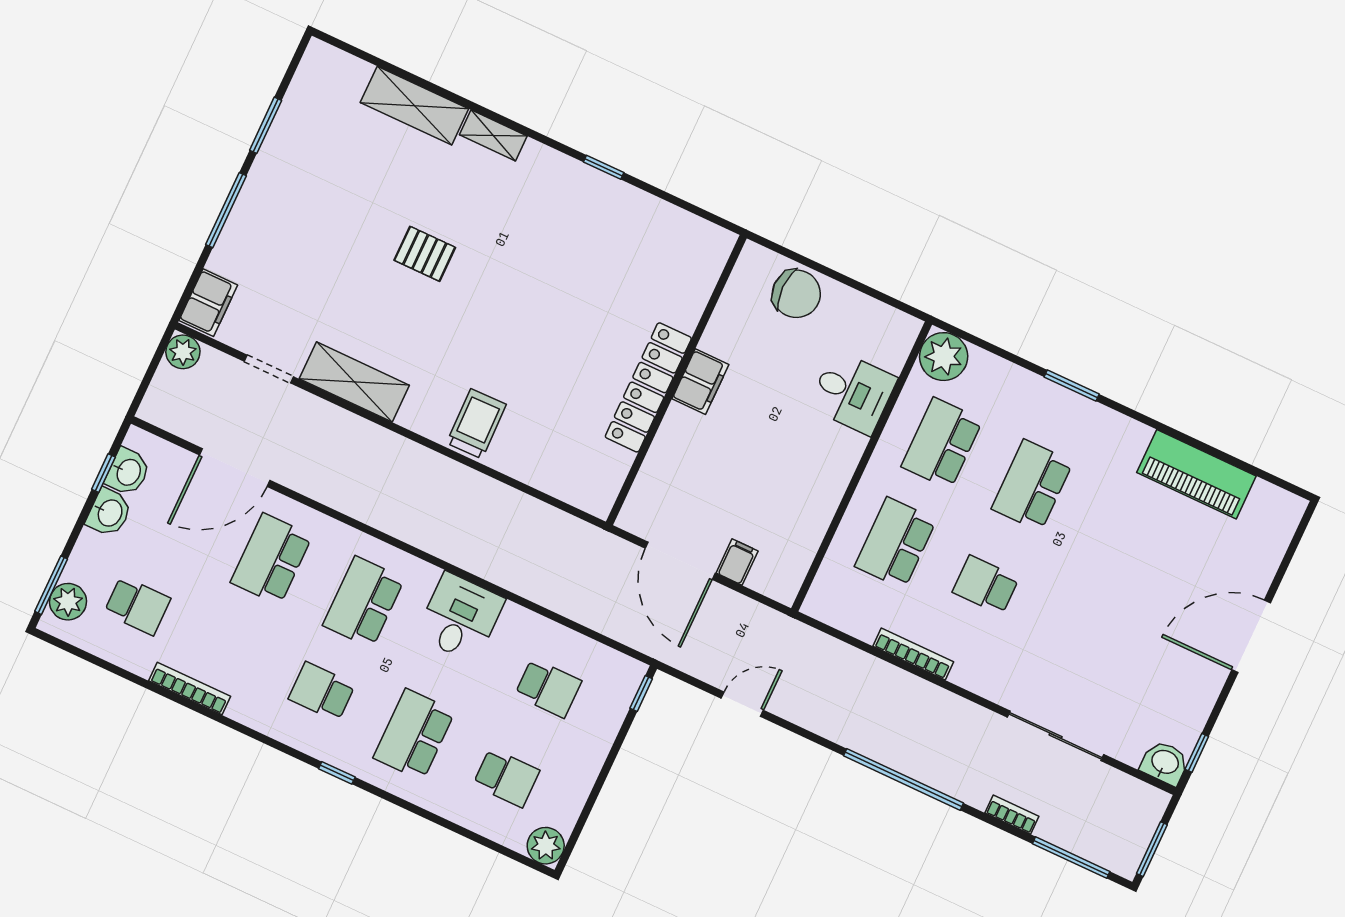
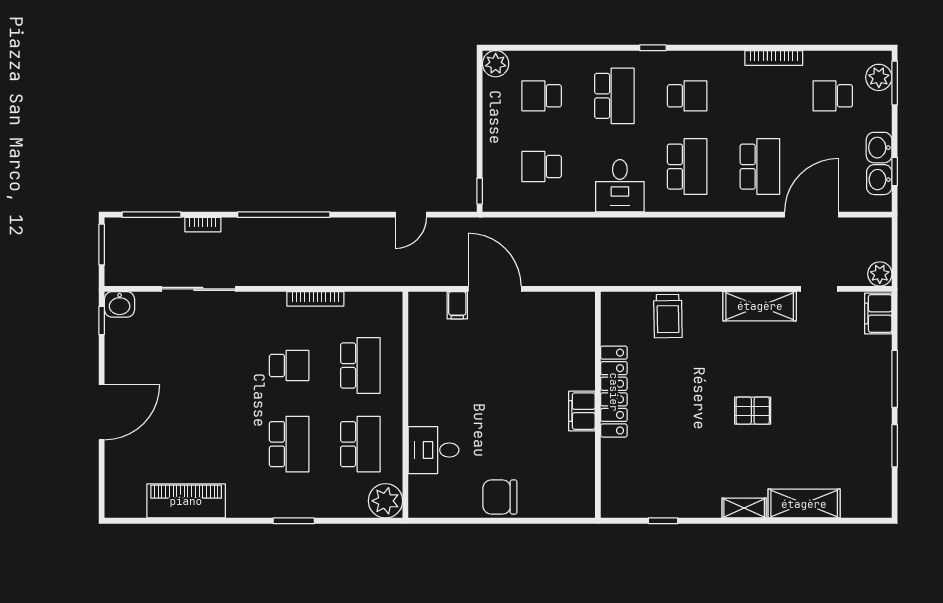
wall: (676, 380) -> (598, 405), moved
filing cabinet: (700, 382) -> (582, 411), moved
locker: (648, 387) -> (614, 392), moved

